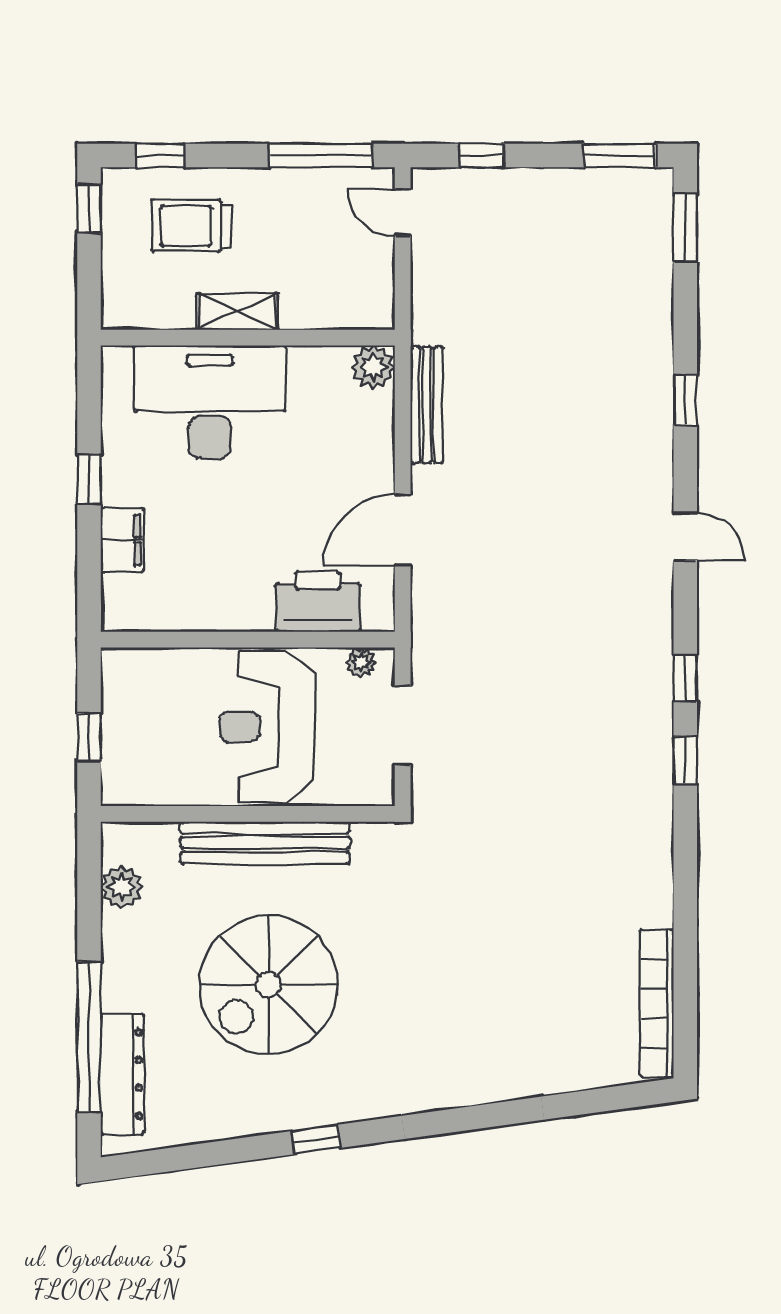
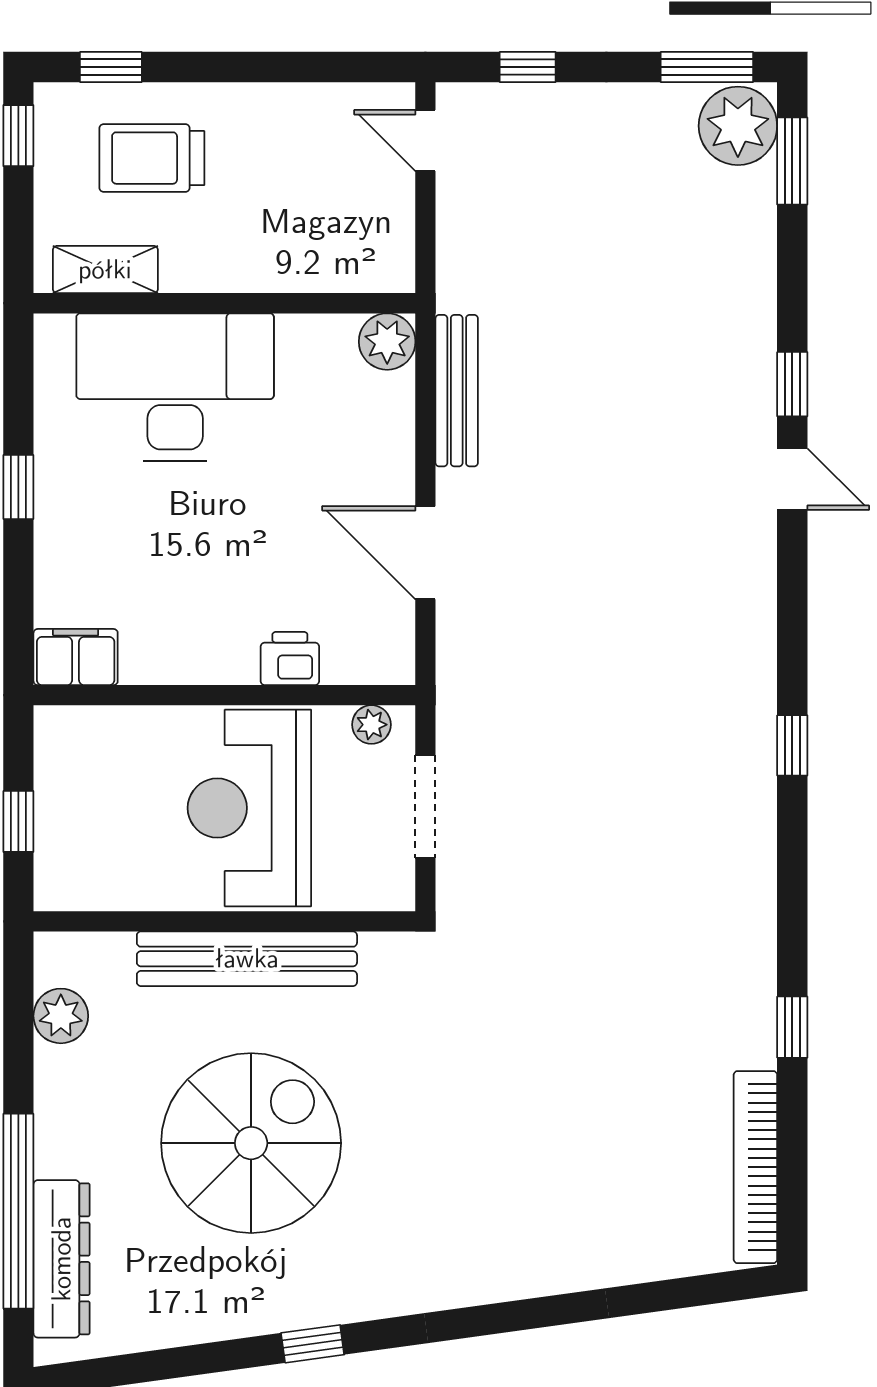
window: (321, 156) -> (319, 67), removed
plant: (643, 201) -> (738, 126), added
shelving: (237, 312) -> (105, 270), moved
door: (403, 530) -> (425, 553), hinge flipped
door: (685, 536) -> (792, 479), moved
filing cabinet: (122, 540) -> (76, 657), moved, turned -90
printer: (318, 602) -> (290, 659), width x0.53, depth x0.68
window: (685, 760) -> (792, 1027), moved
spiral stairs: (268, 985) -> (251, 1143), turned 180

